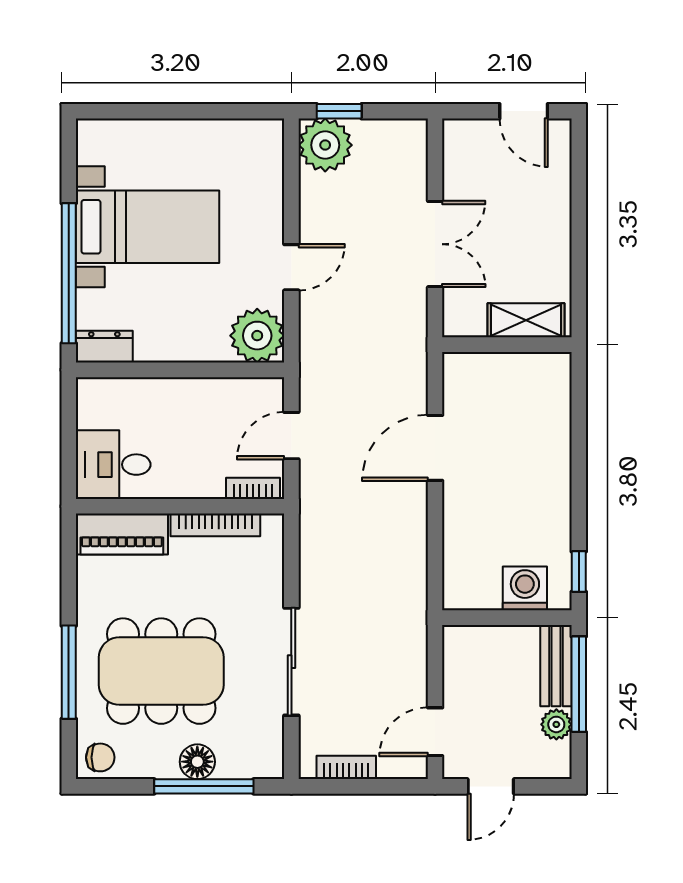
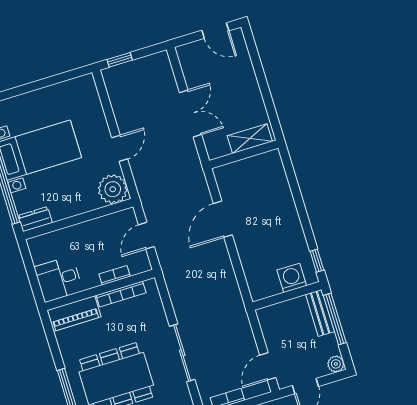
plant: (325, 145) -> (118, 80), removed
bookcase: (253, 488) -> (115, 275), moved
plant: (556, 724) -> (336, 364), moved

